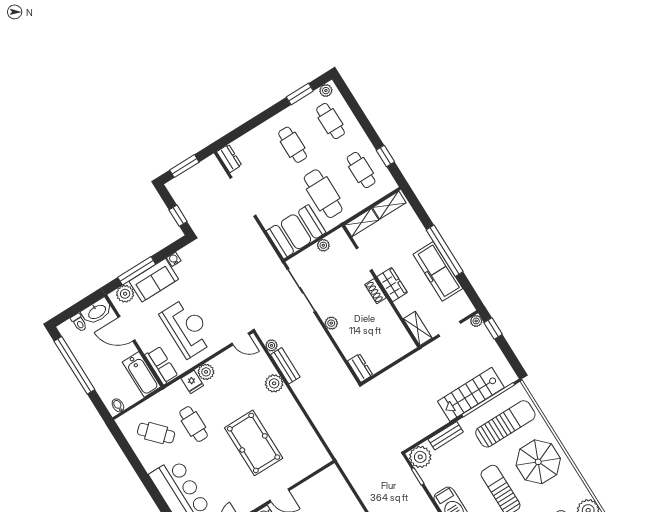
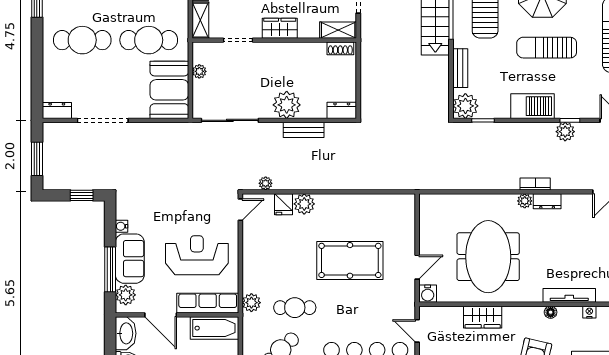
cafe table: (293, 145) -> (82, 40), width x1.37, depth x1.35
shoe rack: (376, 291) -> (340, 48), moved
plant: (331, 323) -> (287, 105), width x1.88, depth x1.88
door: (126, 329) -> (161, 315), hinge flipped
row of seats: (161, 365) -> (208, 303), width x1.48
bench: (285, 366) -> (304, 130), moved
plant: (206, 372) -> (251, 303), moved
fridge: (192, 382) -> (284, 204), moved, turned 90

